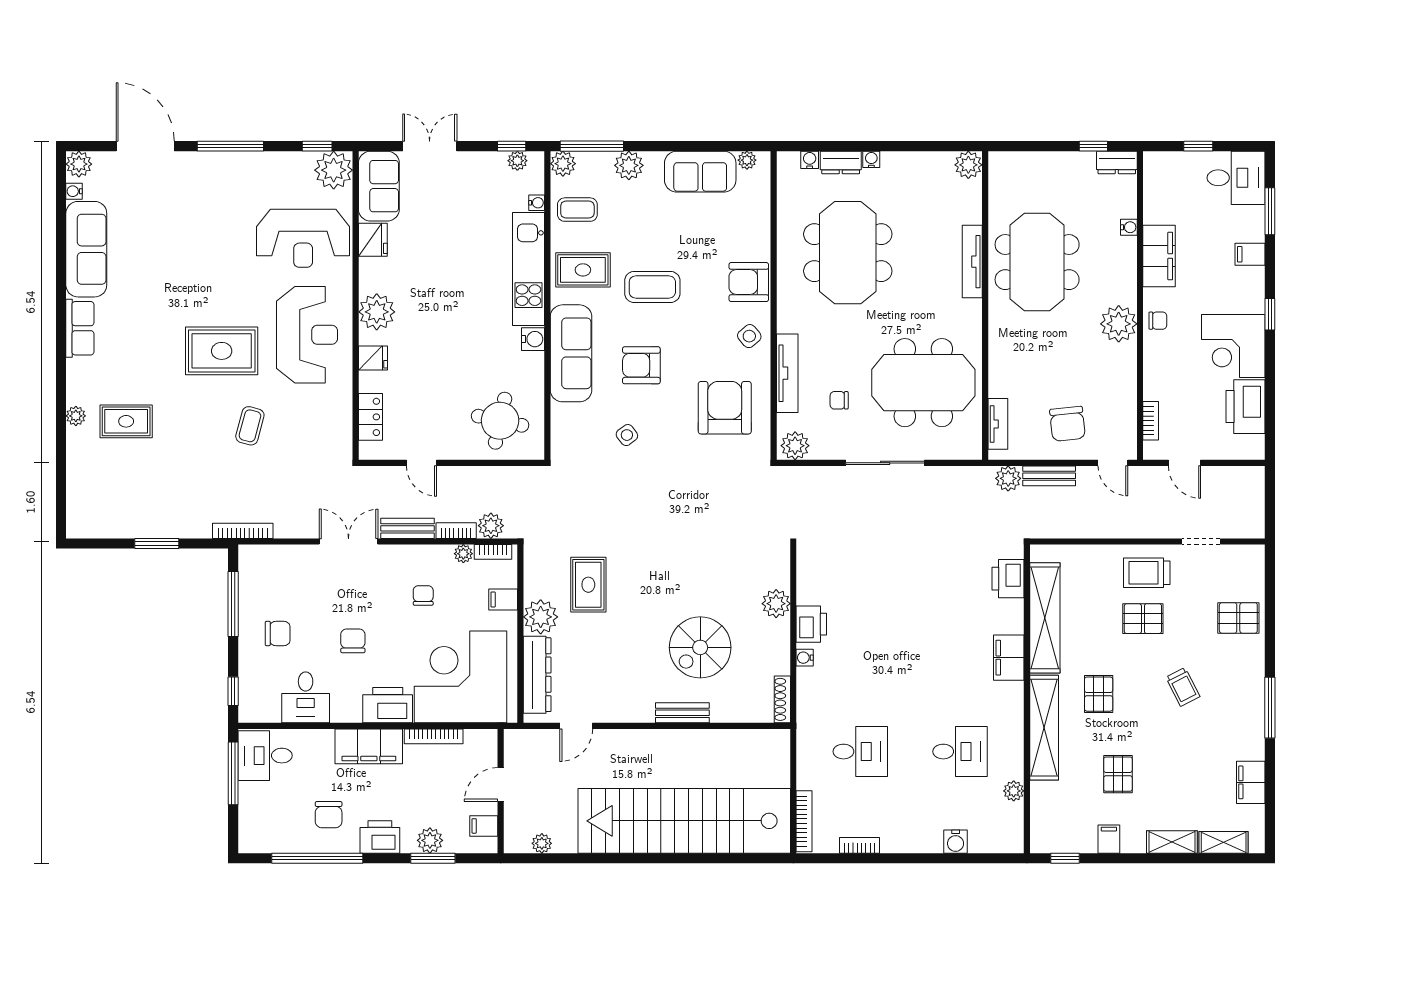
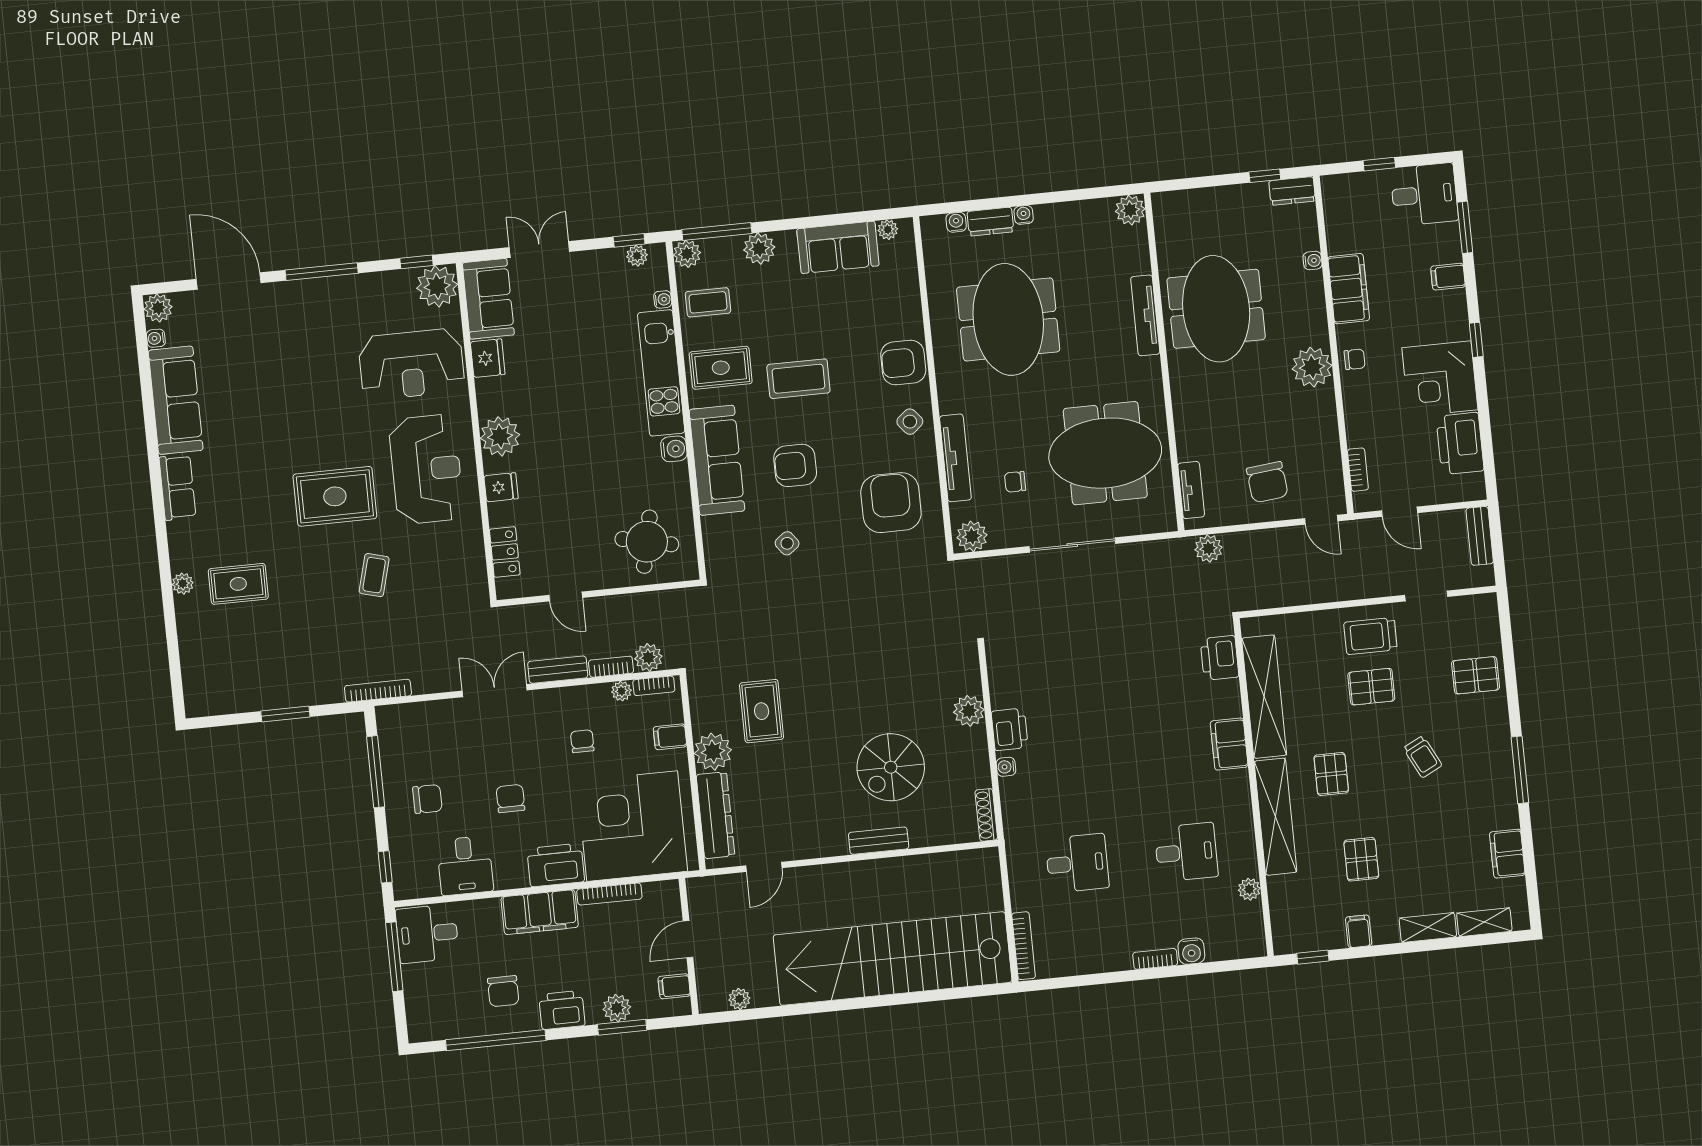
bench: (1049, 476) -> (1480, 536), moved, turned 90
bookcase: (860, 845) -> (1155, 959), moved

